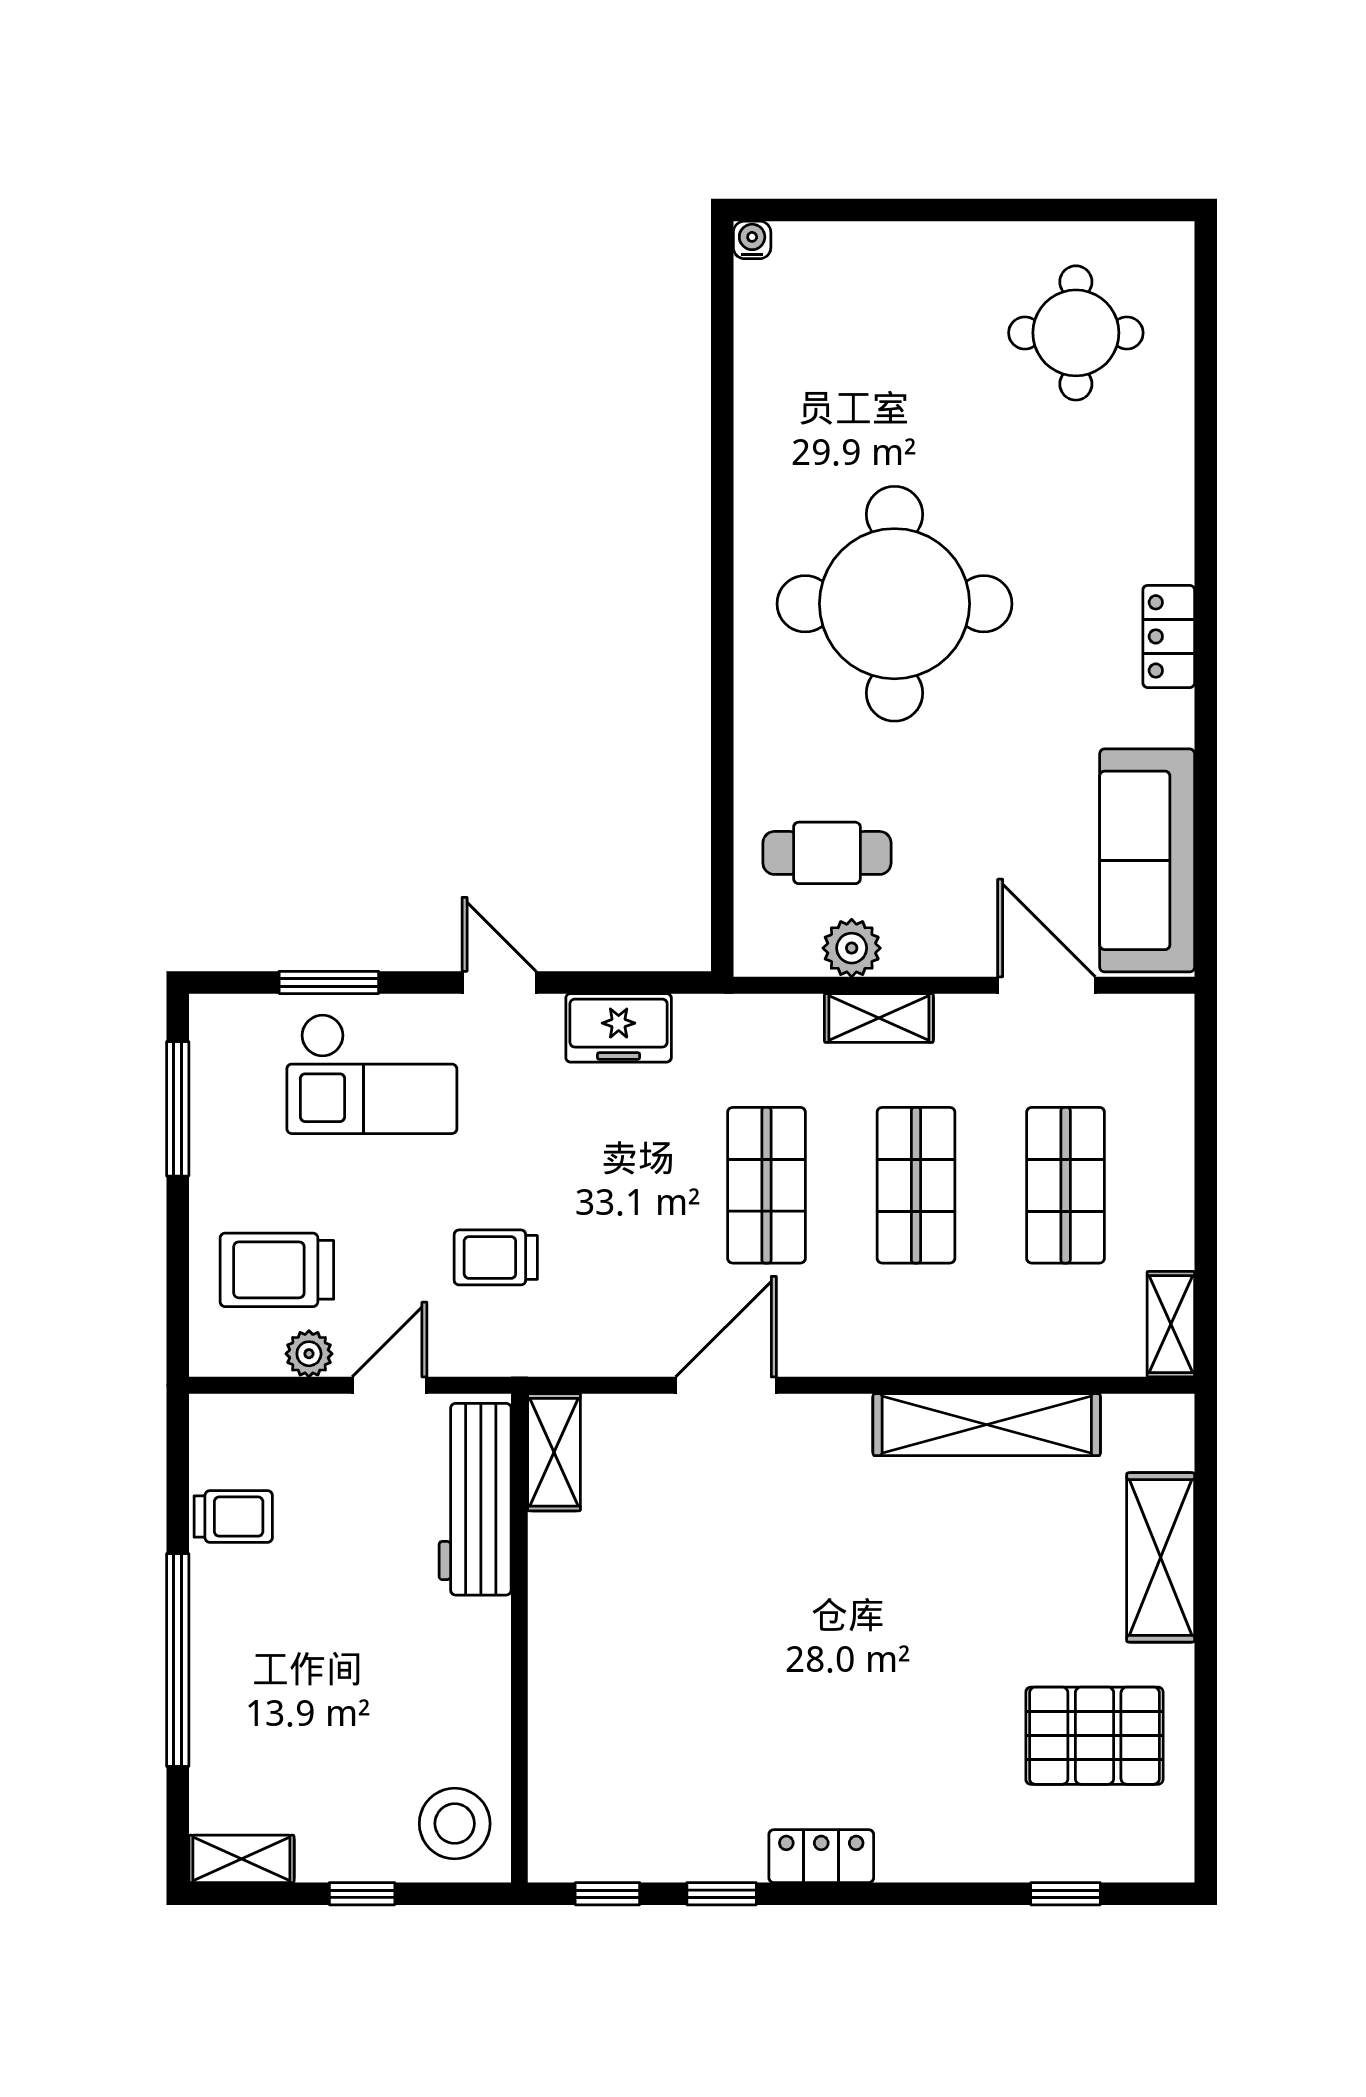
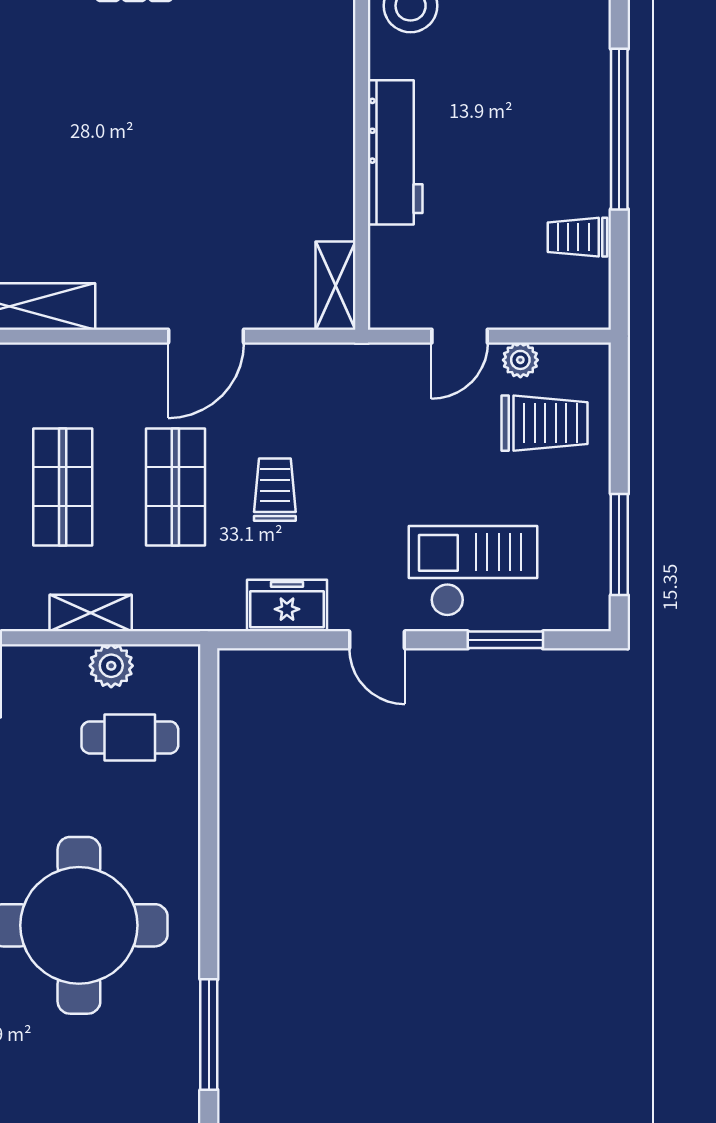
window: (722, 459) -> (209, 1035), added
trolley: (496, 1257) -> (275, 490), moved, turned -90
workbench: (475, 1499) -> (395, 152), moved

